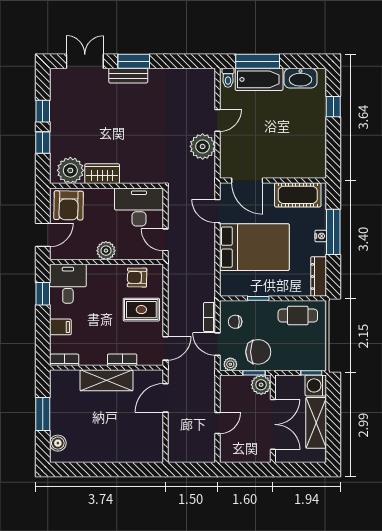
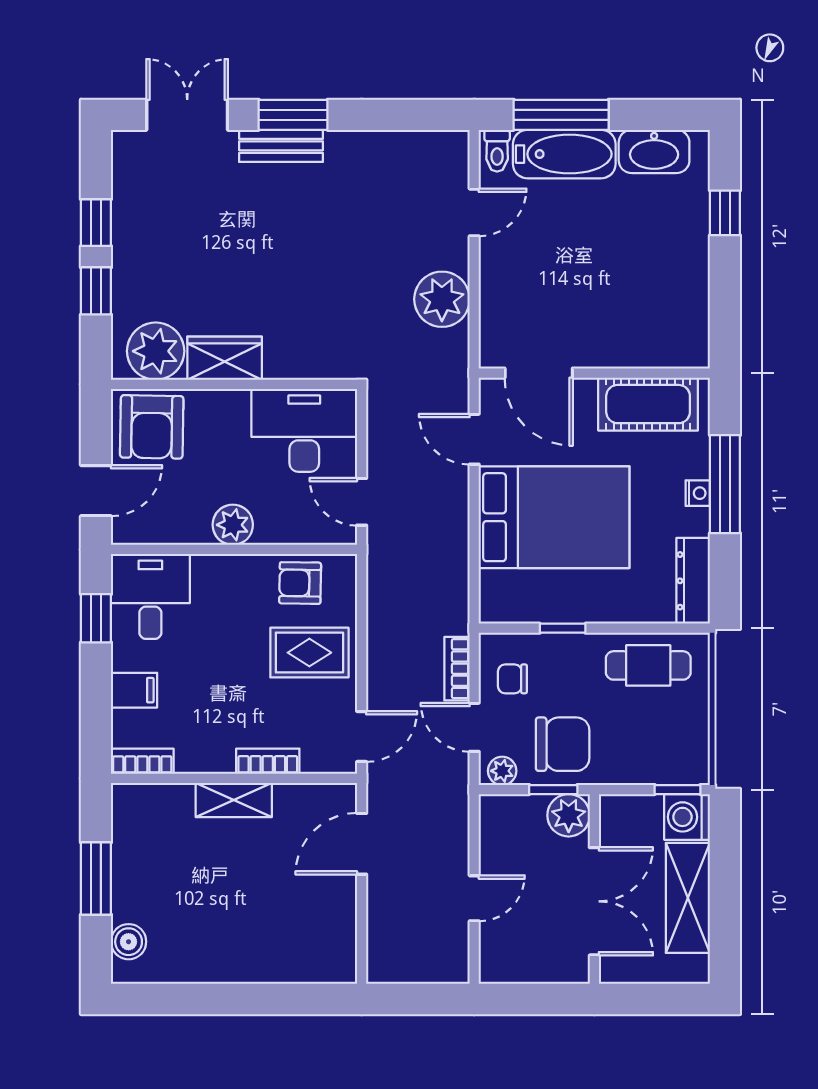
door: (217, 120) -> (474, 212), moved
shelving: (106, 380) -> (234, 800), width x0.67, depth x0.75

